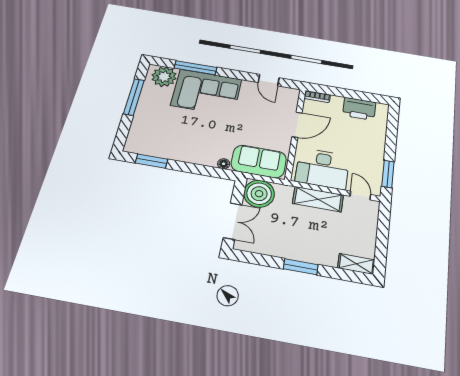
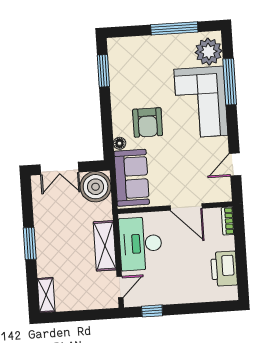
armchair: (211, 137) -> (148, 122), added
window: (388, 174) -> (152, 311), width x0.67

